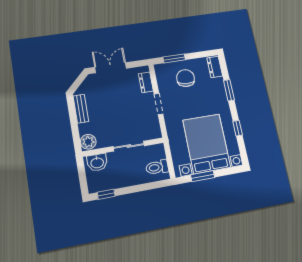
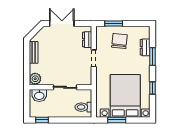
dresser: (215, 67) -> (145, 47), moved

